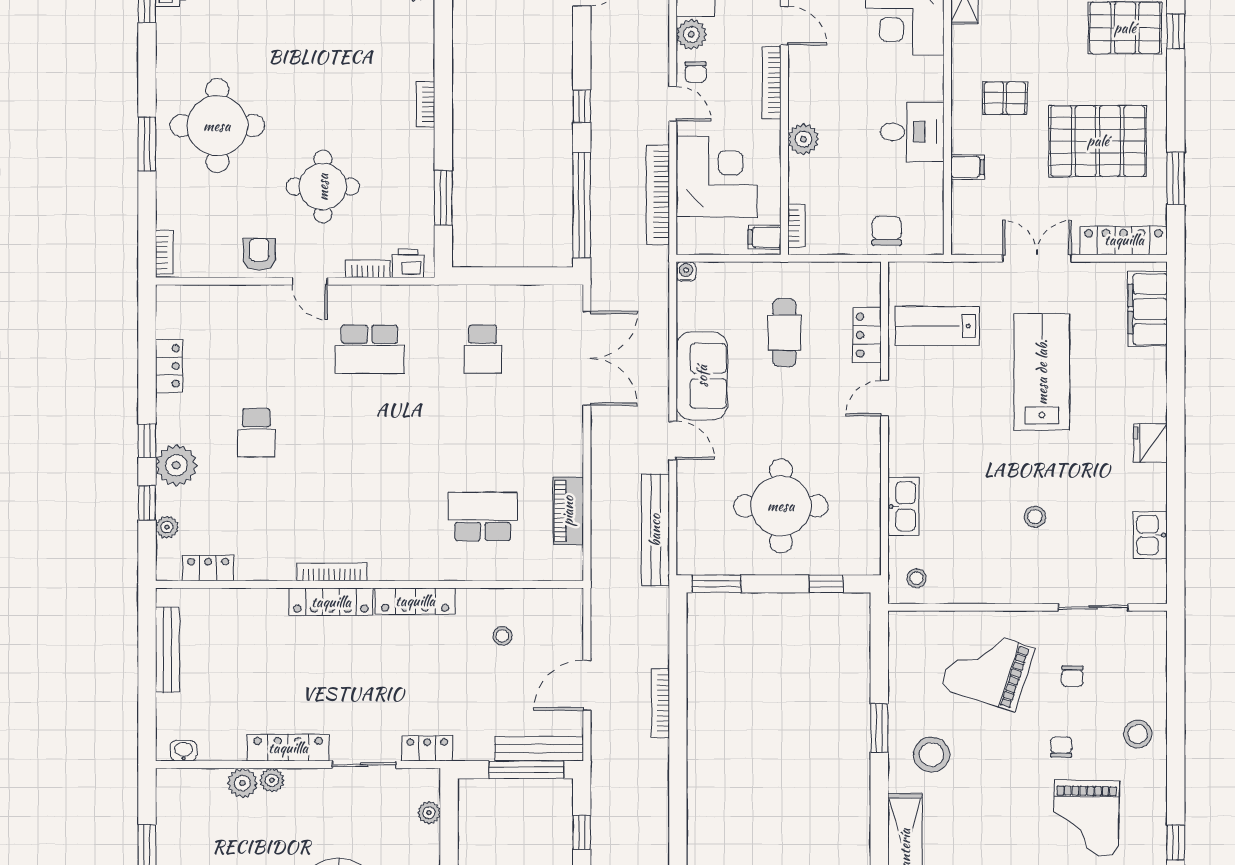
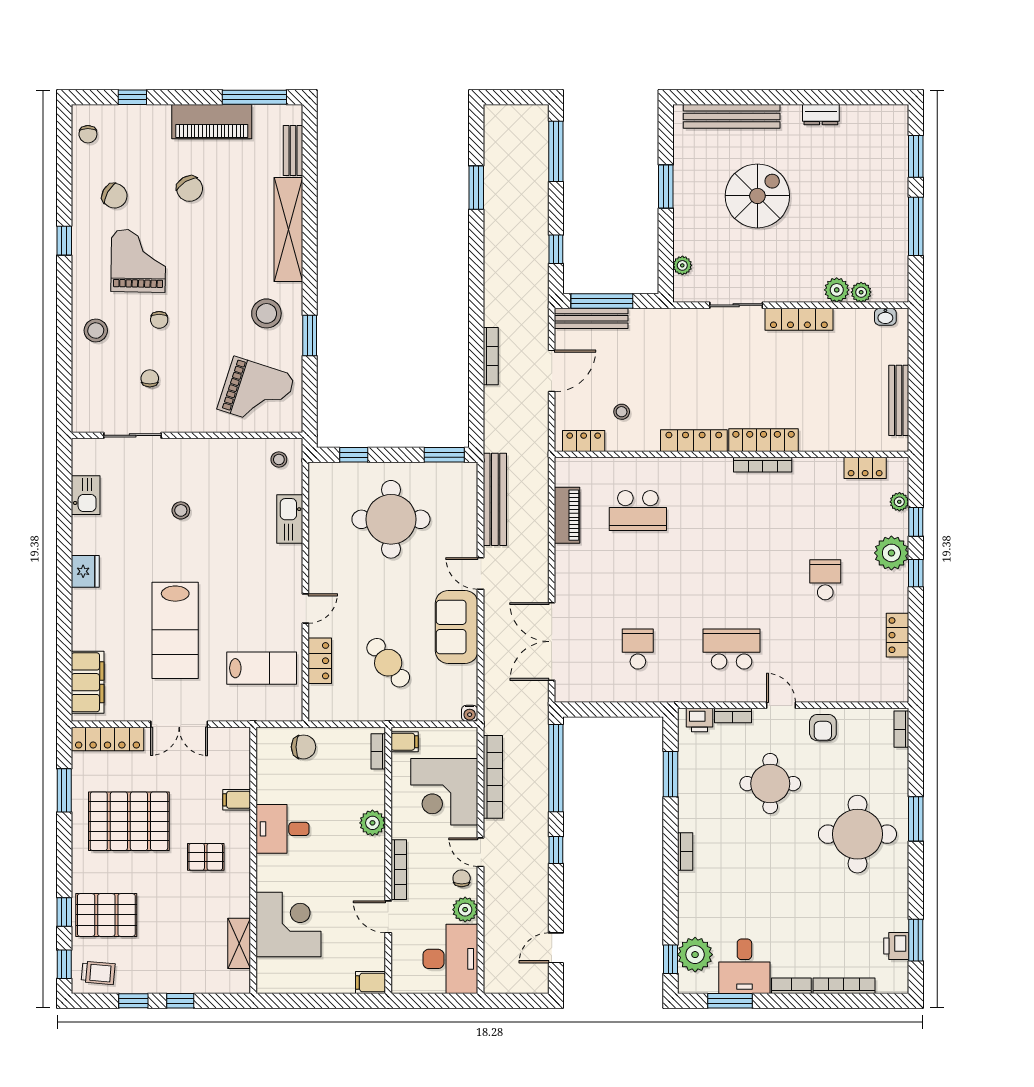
chair: (887, 231) -> (304, 747), turned -90
cafe table: (784, 333) -> (388, 663), turned -38
grand piano: (988, 668) -> (256, 392), moved
locker: (427, 748) -> (584, 441), moved, turned 180
plant: (272, 780) -> (861, 292), moved

